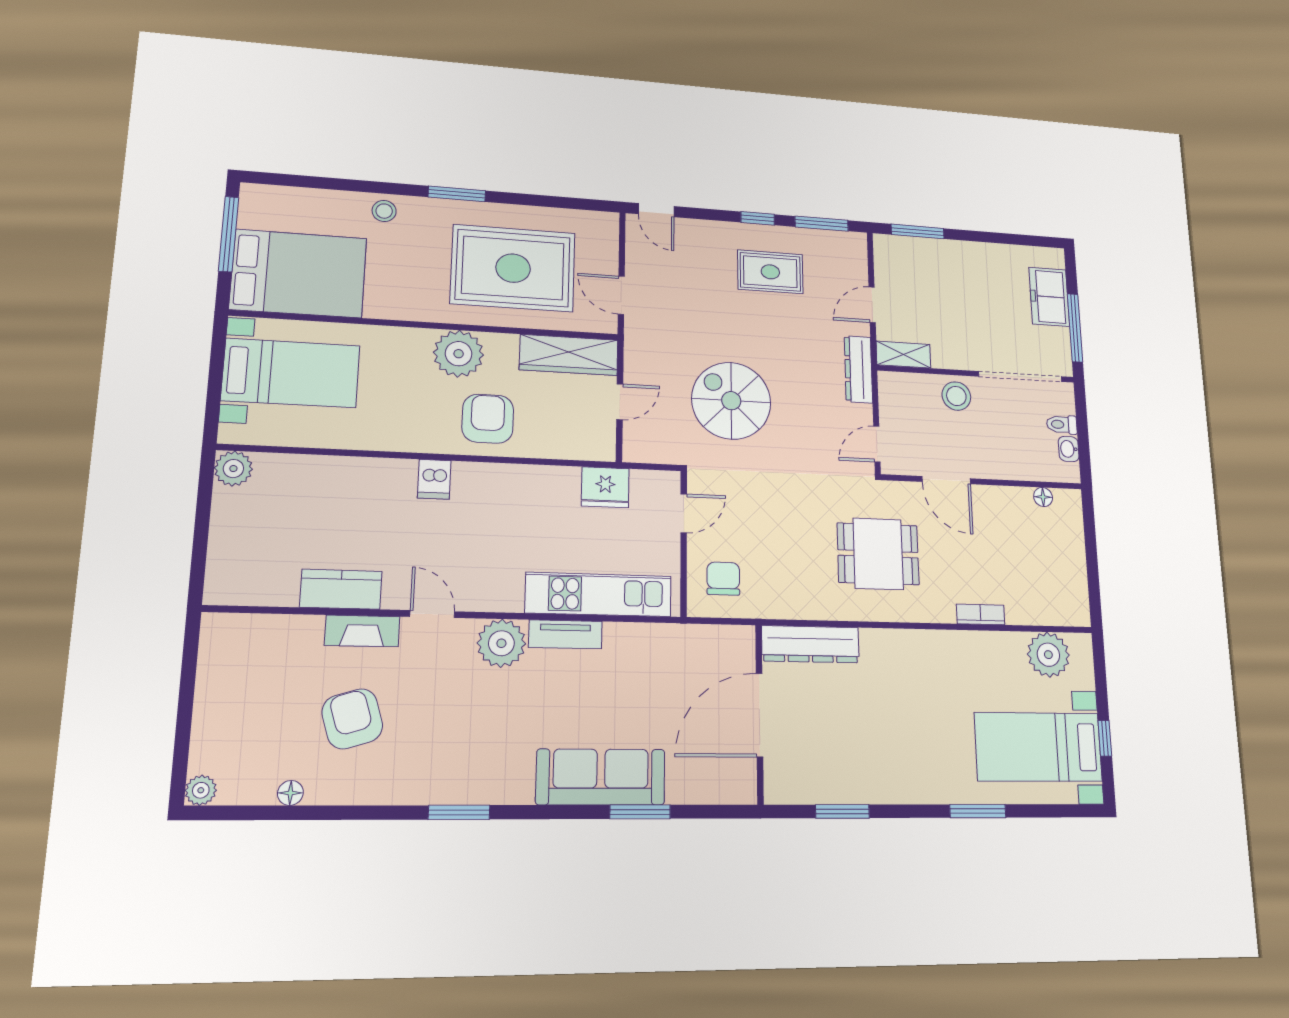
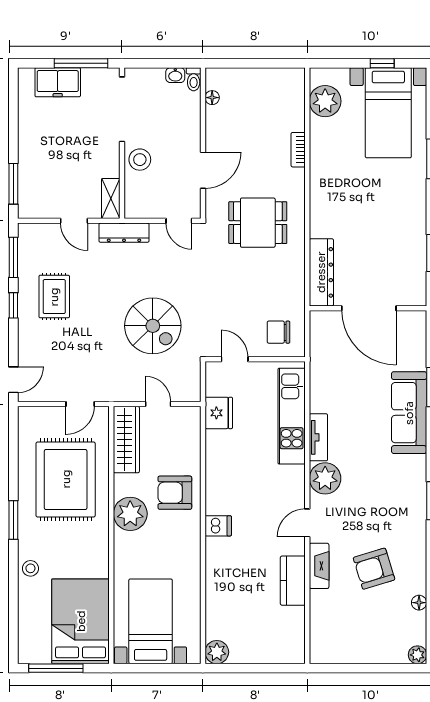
spiral stairs: (731, 401) -> (153, 326), turned -90
toilet: (1062, 425) -> (194, 79), moved
dining table: (878, 554) -> (258, 223), turned 90

